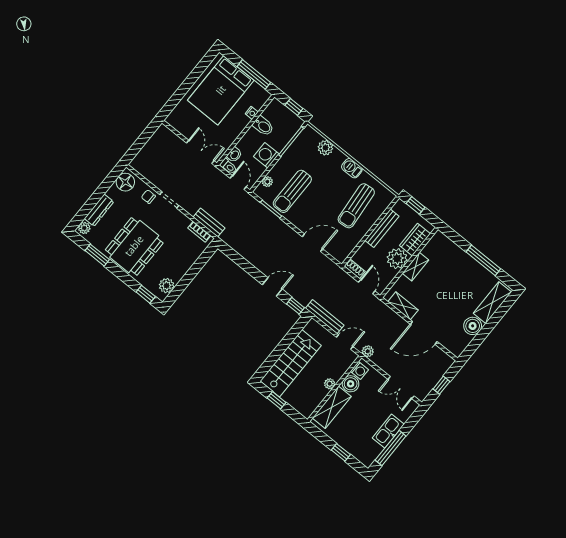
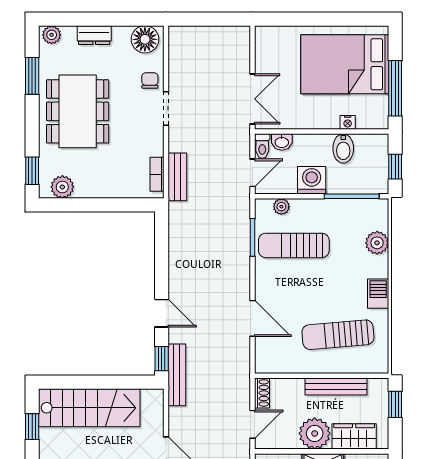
dresser: (99, 210) -> (94, 35), width x0.70
dining table: (134, 246) -> (78, 111), turned 90
bench: (325, 317) -> (177, 375), moved

